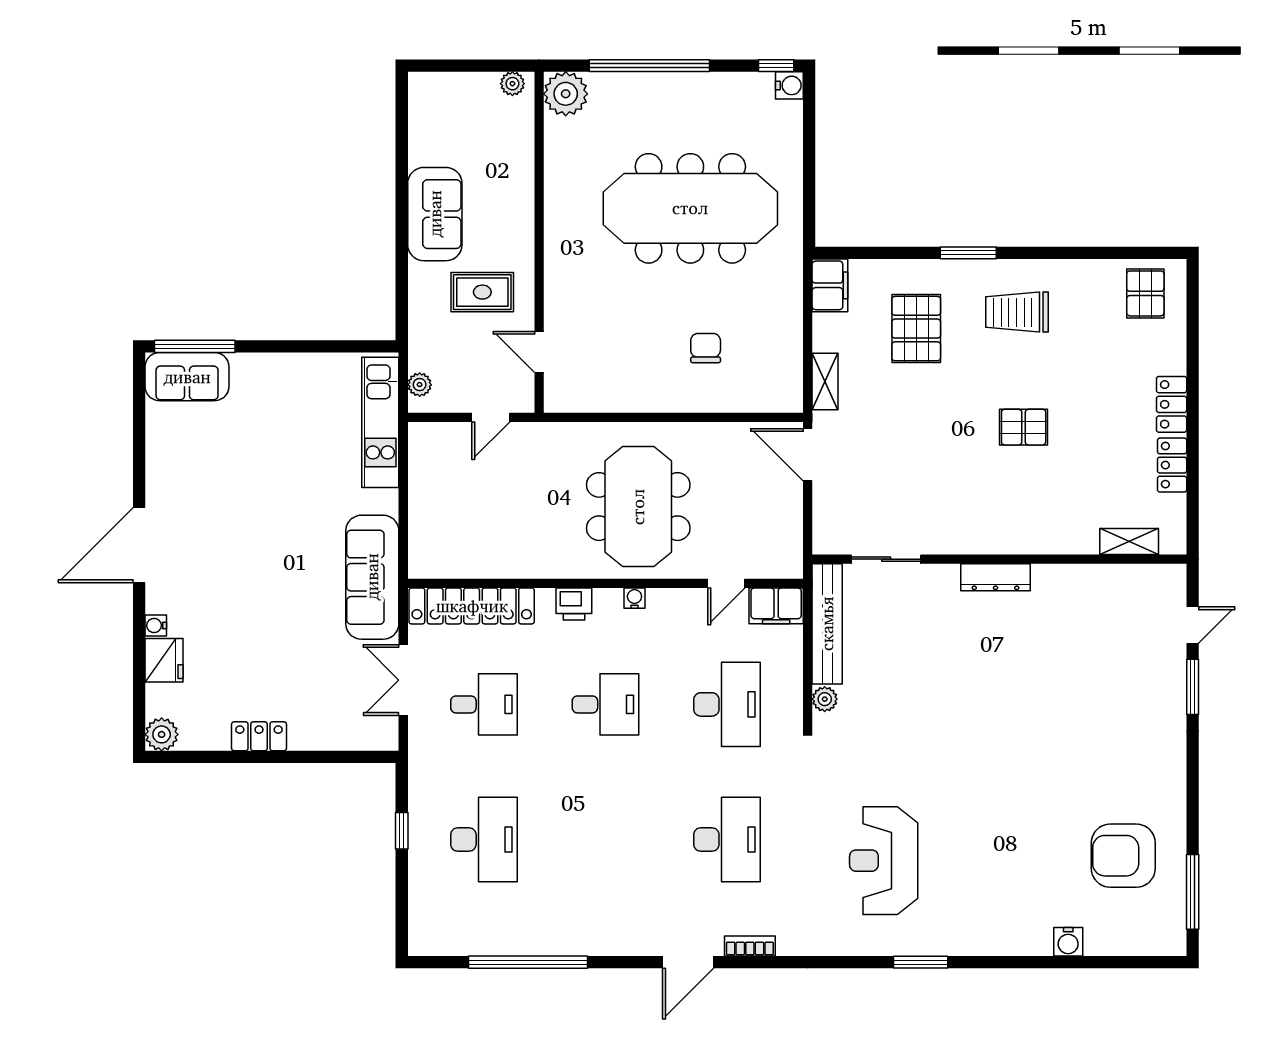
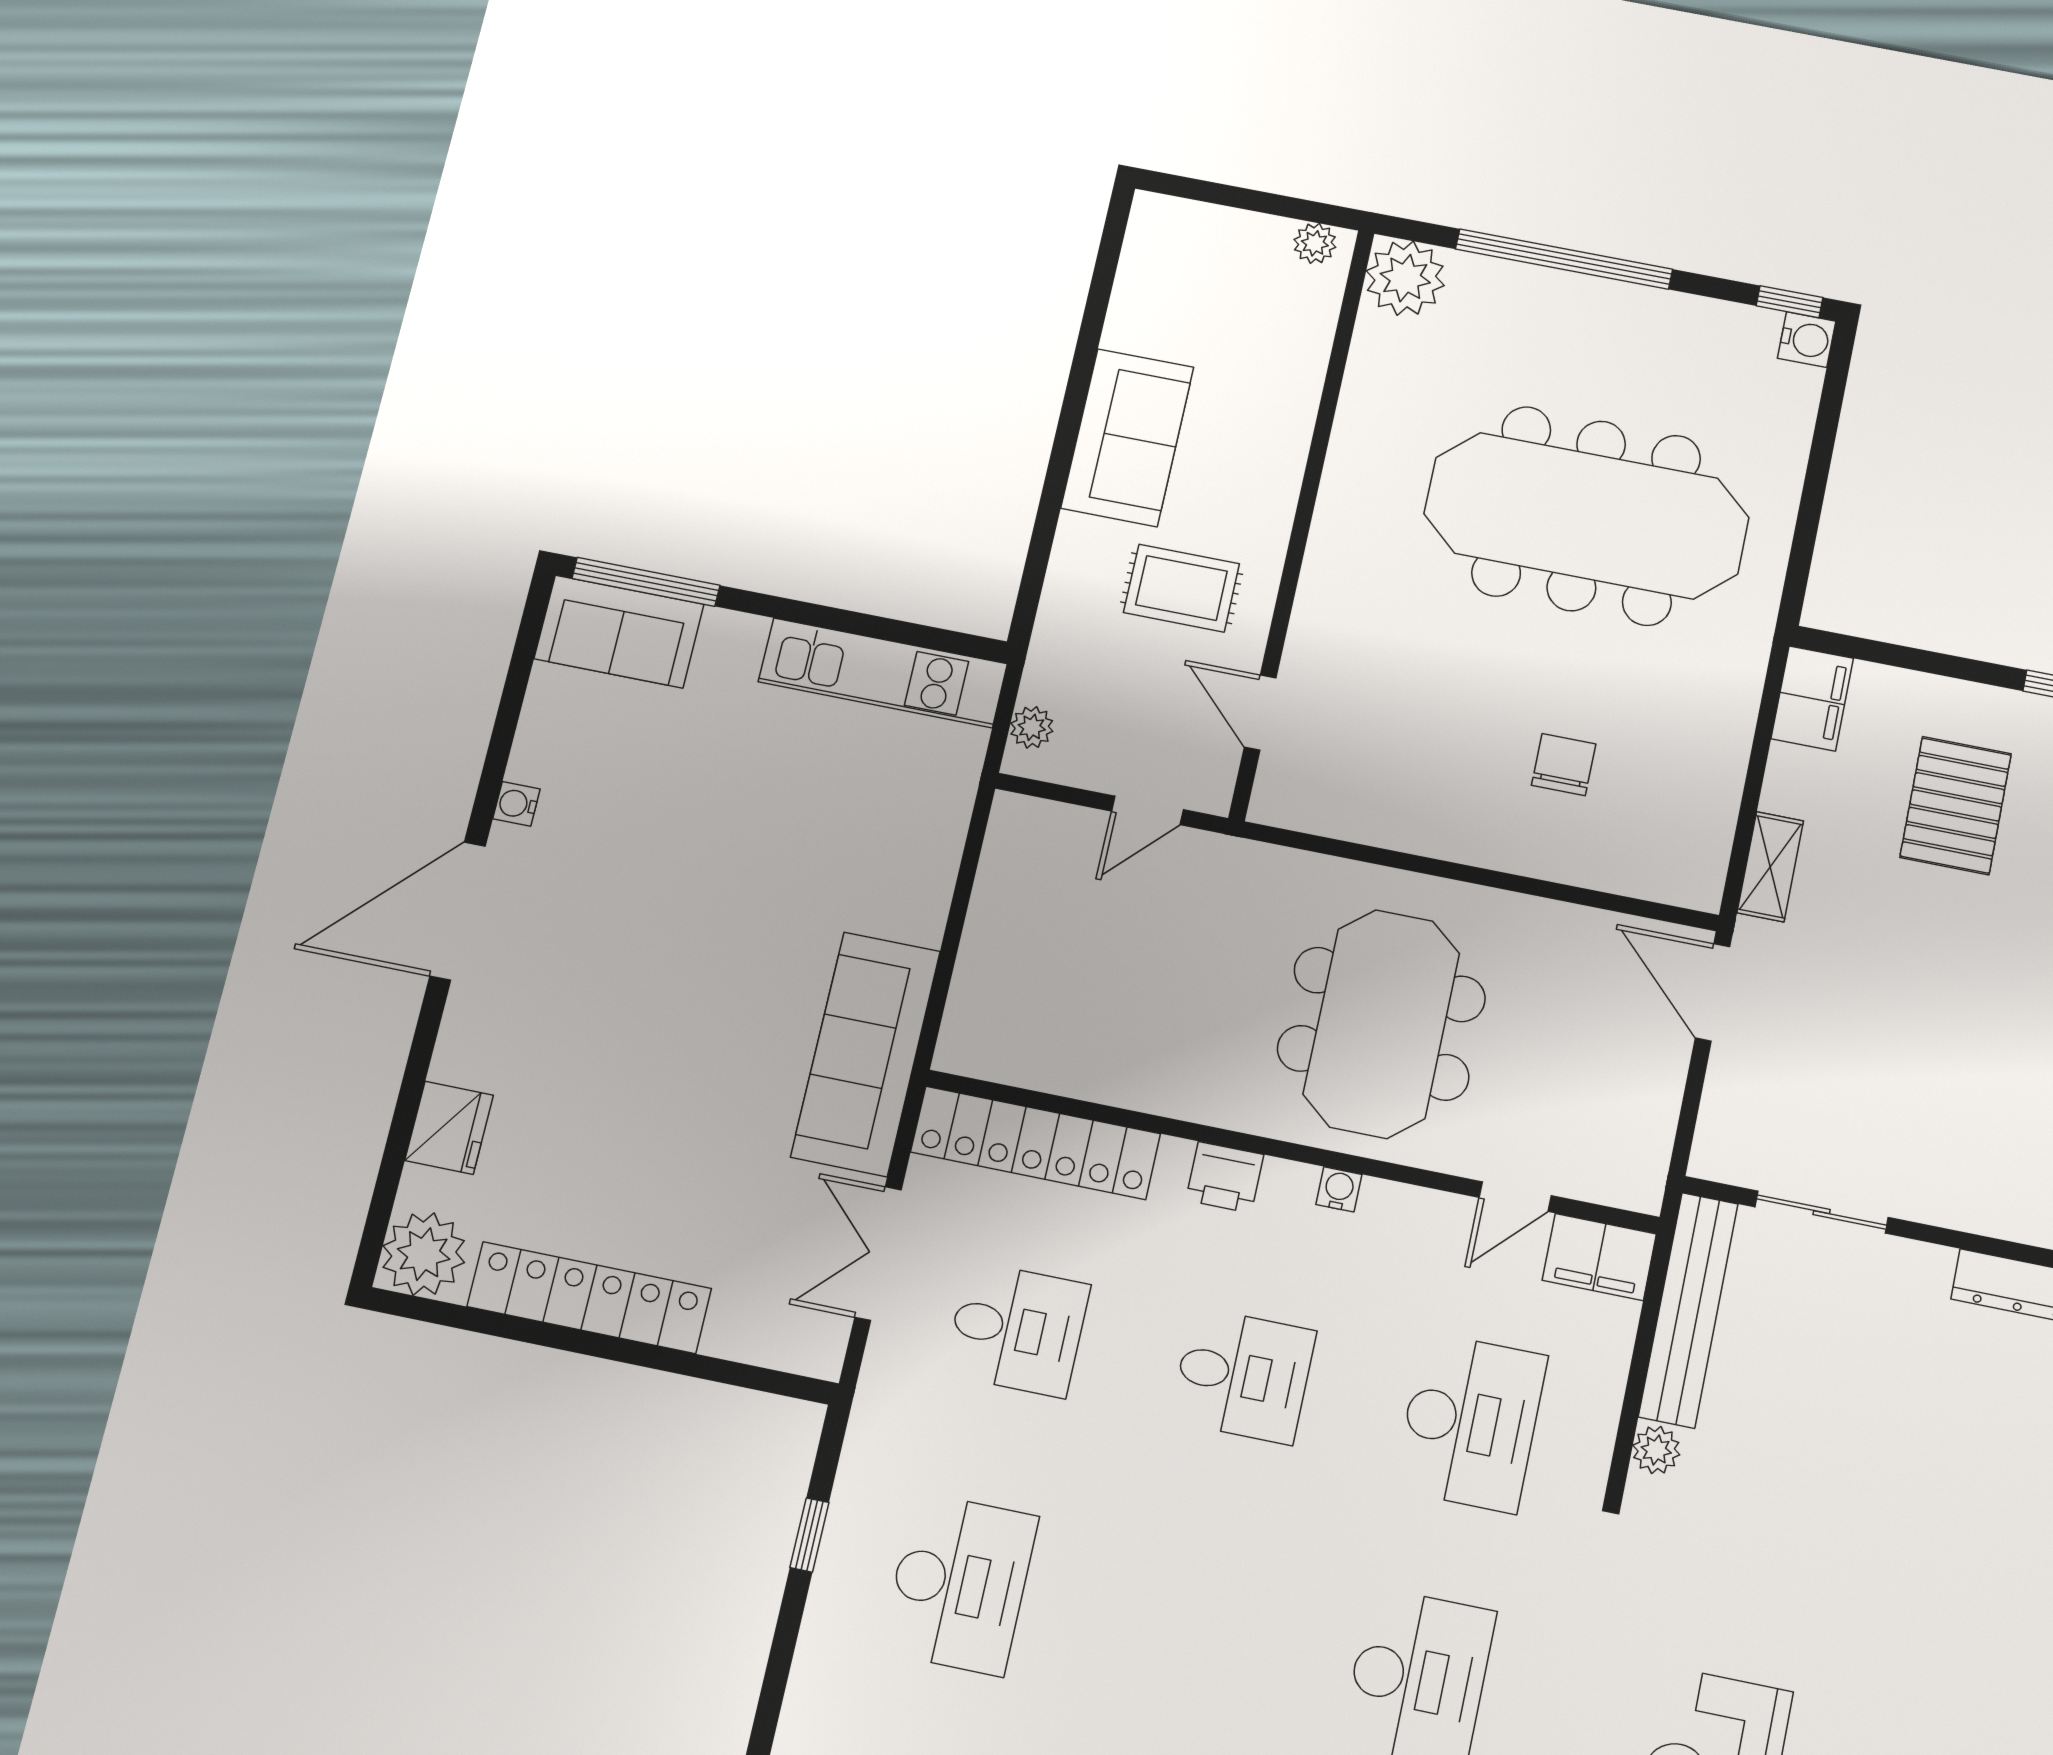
kitchen unit: (380, 422) -> (883, 673), moved, turned -90
water cooler: (156, 625) -> (516, 804), moved
plant: (162, 734) -> (424, 1254), width x1.36, depth x1.36
locker: (259, 736) -> (589, 1297), width x2.16, depth x1.21

